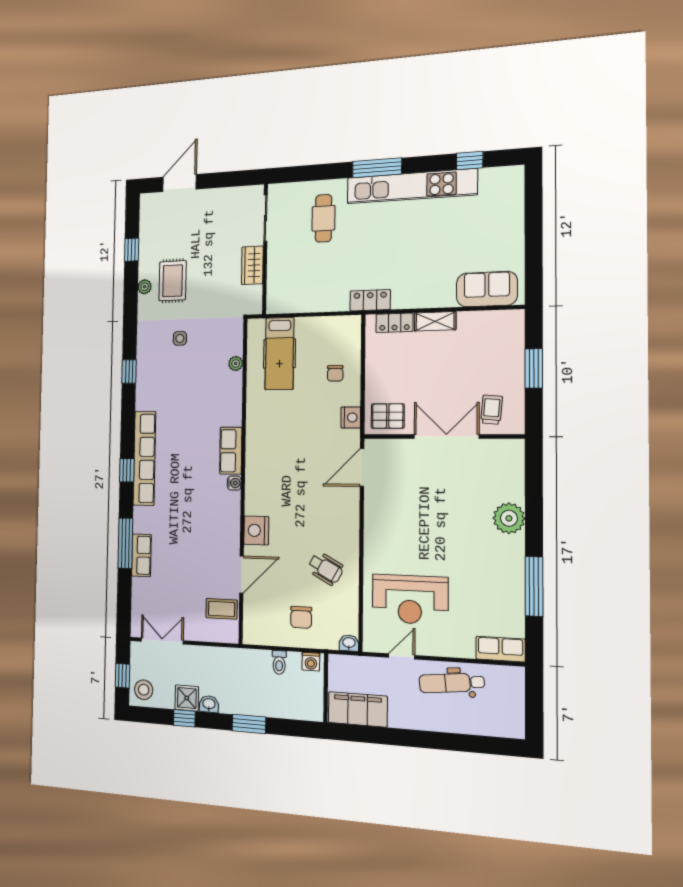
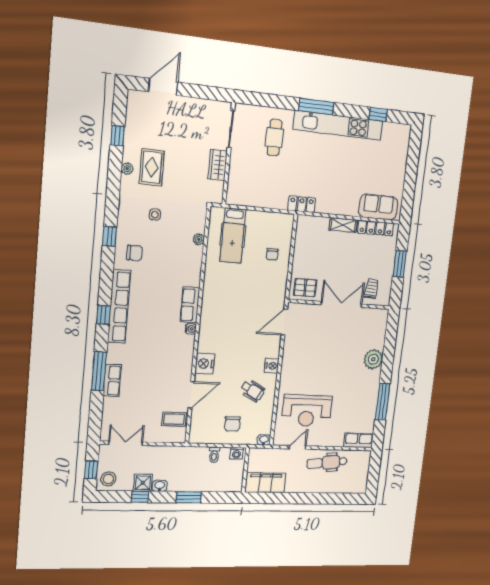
locker: (394, 323) -> (376, 228), moved, width x1.53
chair: (159, 389) -> (134, 253), added
nightstand: (351, 417) -> (272, 366), moved

